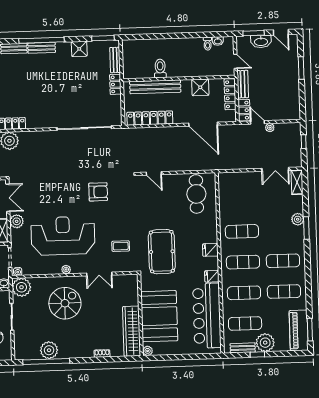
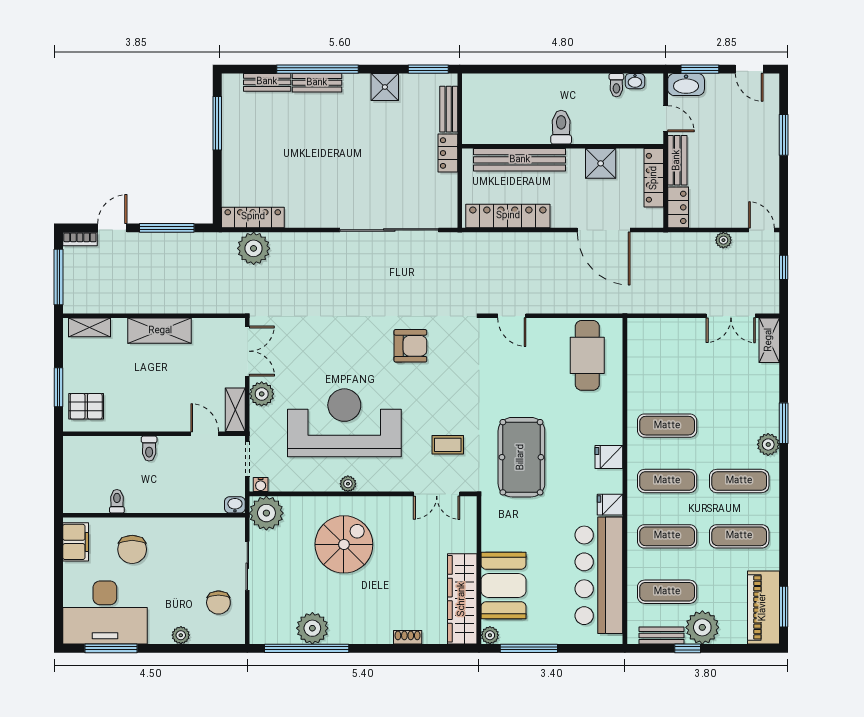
washbasin: (261, 41) -> (686, 85), moved
toilet: (160, 68) -> (561, 127), moved
door: (257, 122) -> (761, 230), moved
plant: (298, 219) -> (768, 444), moved
double door: (99, 274) -> (437, 494), moved
booth: (159, 316) -> (504, 585), width x0.73, depth x0.70
window: (169, 357) -> (529, 648), added

